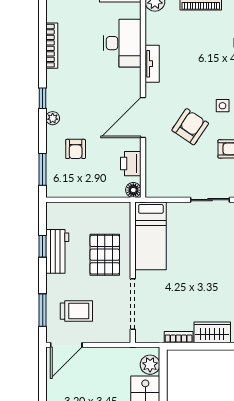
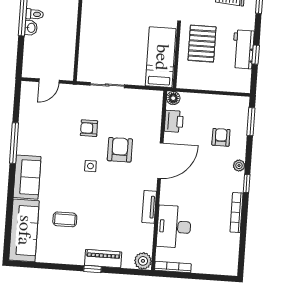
bookcase: (52, 46) -> (236, 213), moved
armchair: (190, 127) -> (120, 150), turned 146

